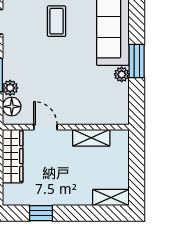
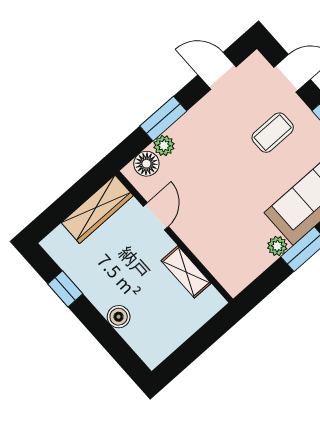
boiler: (83, 197) -> (119, 317), added
shelving: (111, 197) -> (144, 345), removed

